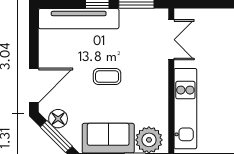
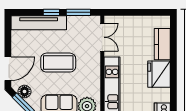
coffee table: (107, 77) -> (58, 63), width x1.86, depth x1.72

